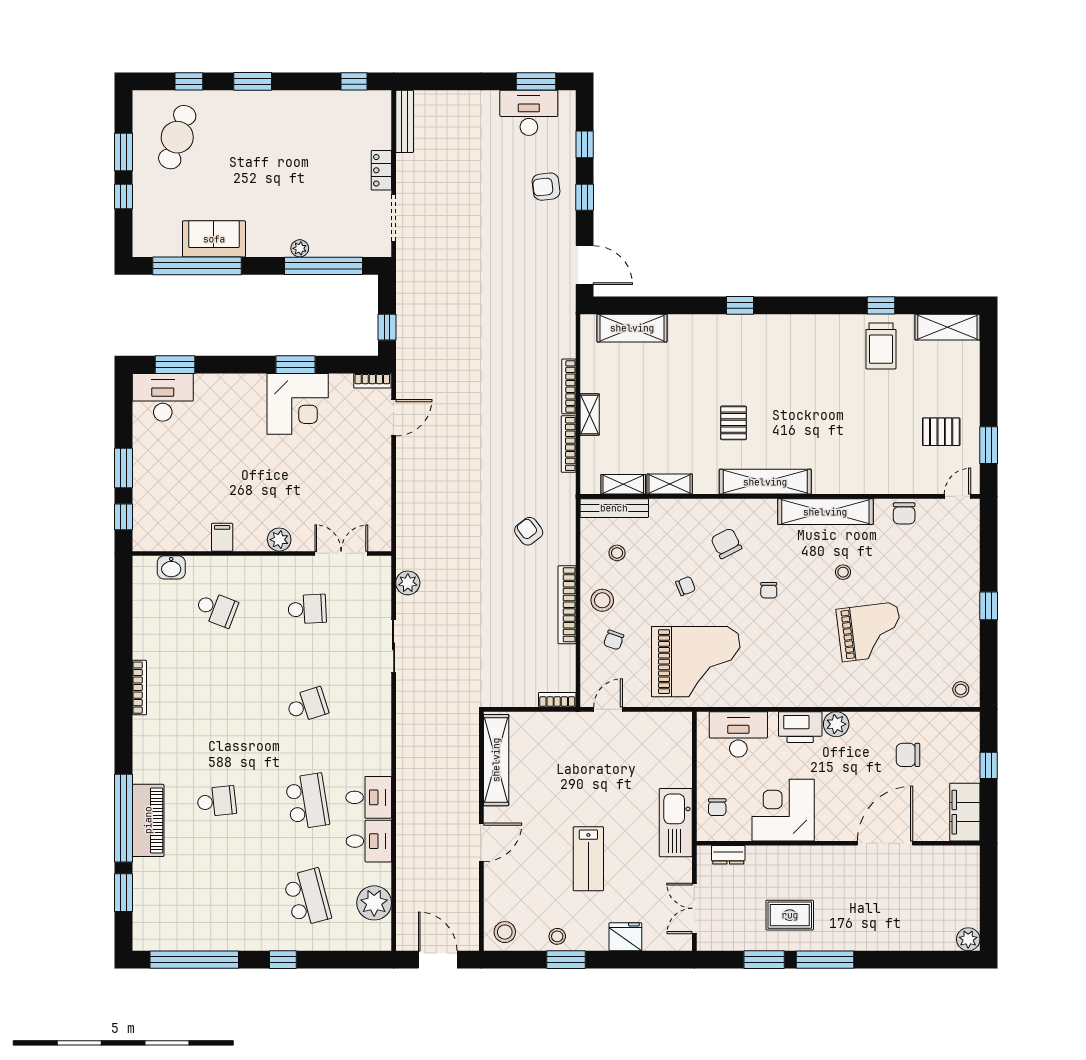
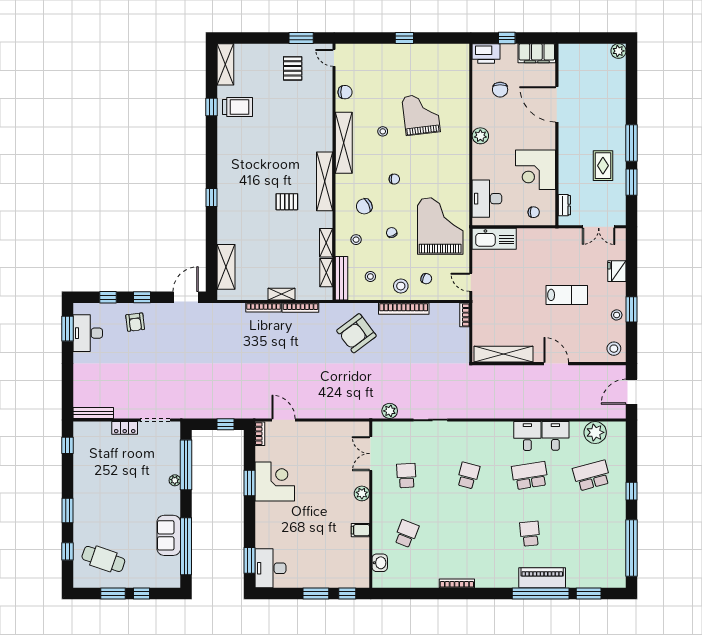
armchair: (529, 531) -> (356, 333), width x1.88, depth x1.88
stool: (961, 689) -> (356, 240), moved
school desk: (307, 705) -> (468, 476), turned 33
printer: (800, 727) -> (486, 54), moved, turned 90
kitchen sink: (676, 823) -> (494, 239), moved

